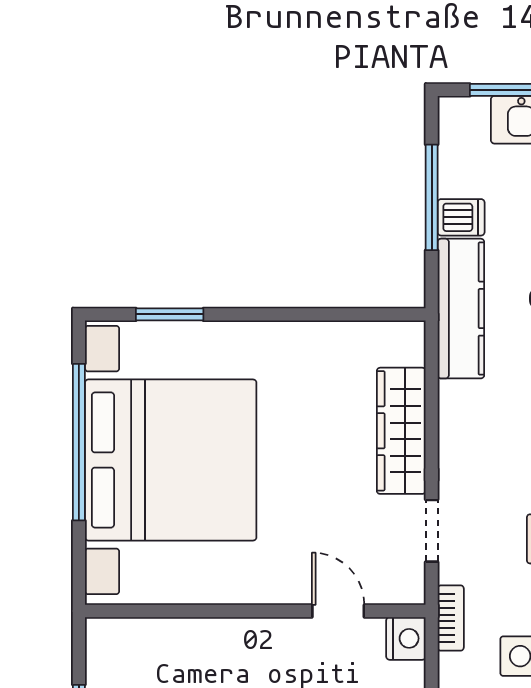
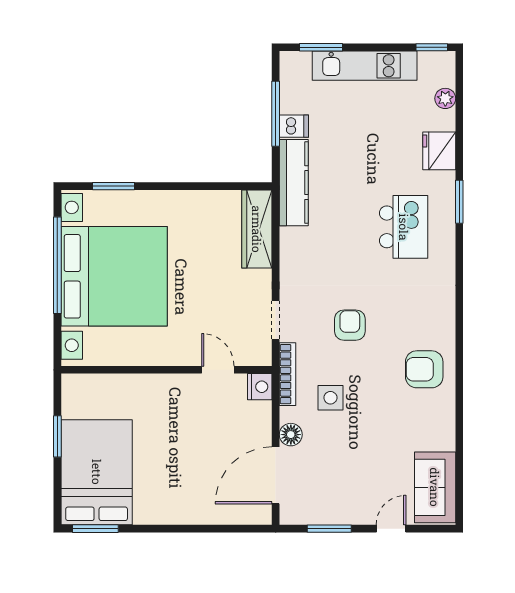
wardrobe: (401, 431) -> (257, 229), moved
bookcase: (451, 618) -> (287, 374), width x1.56

